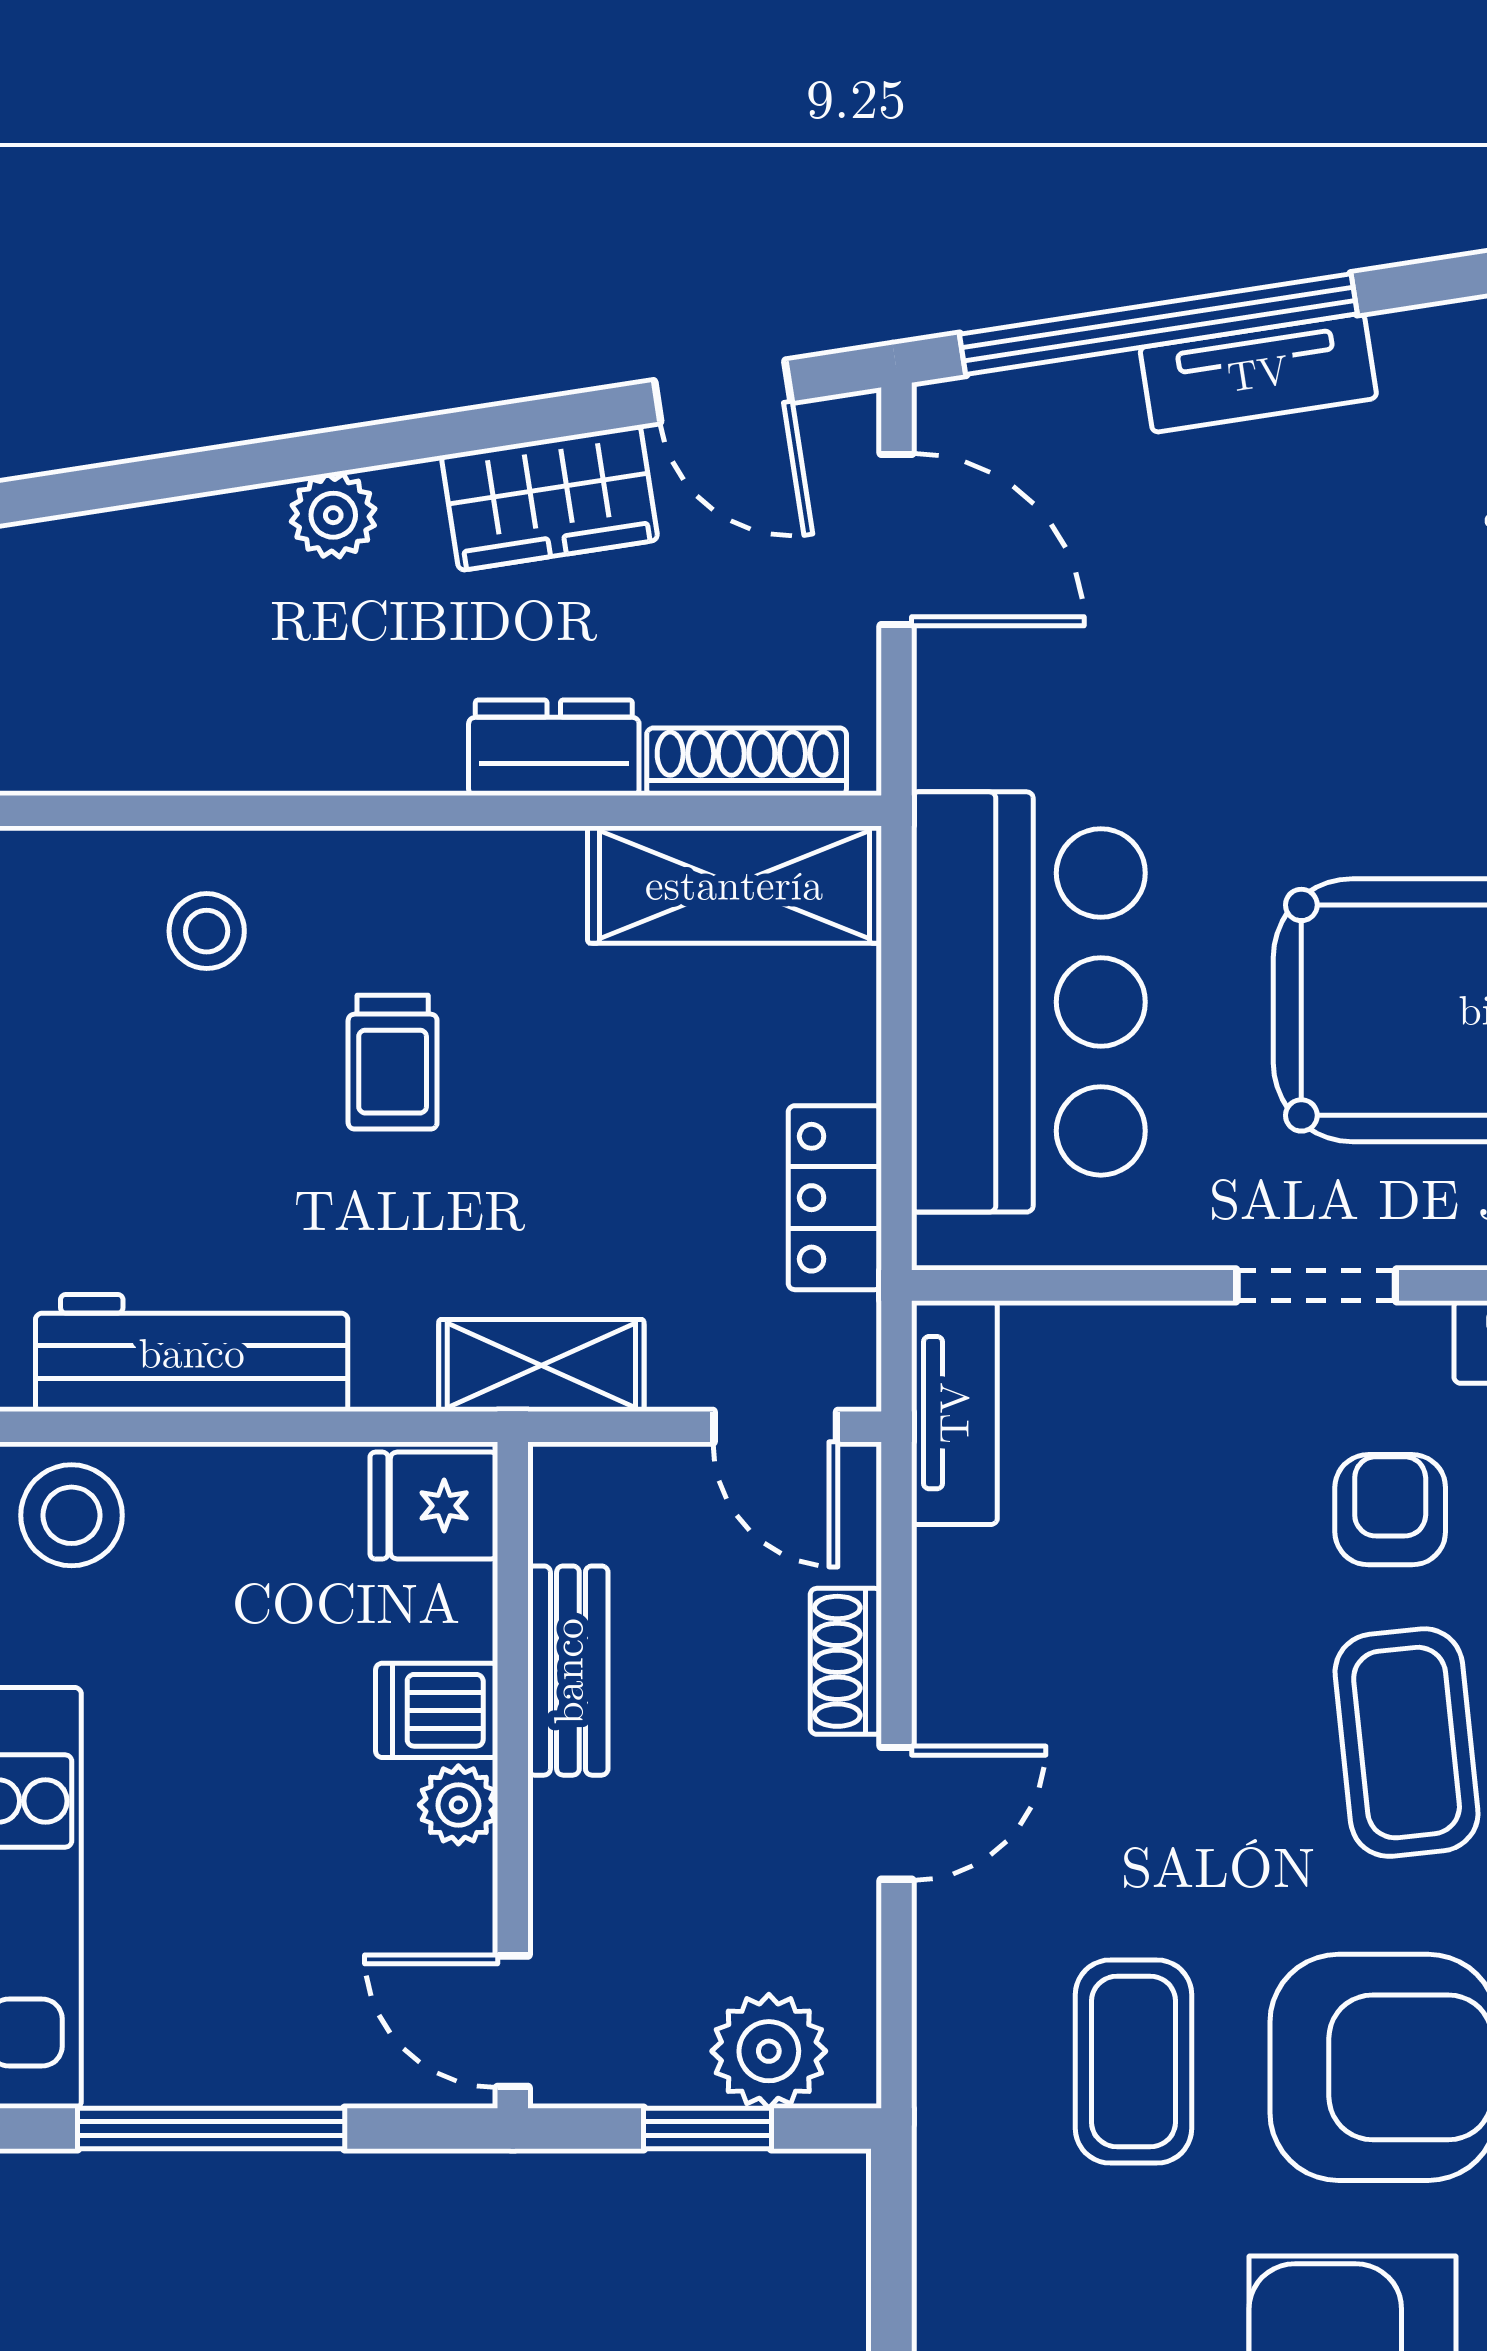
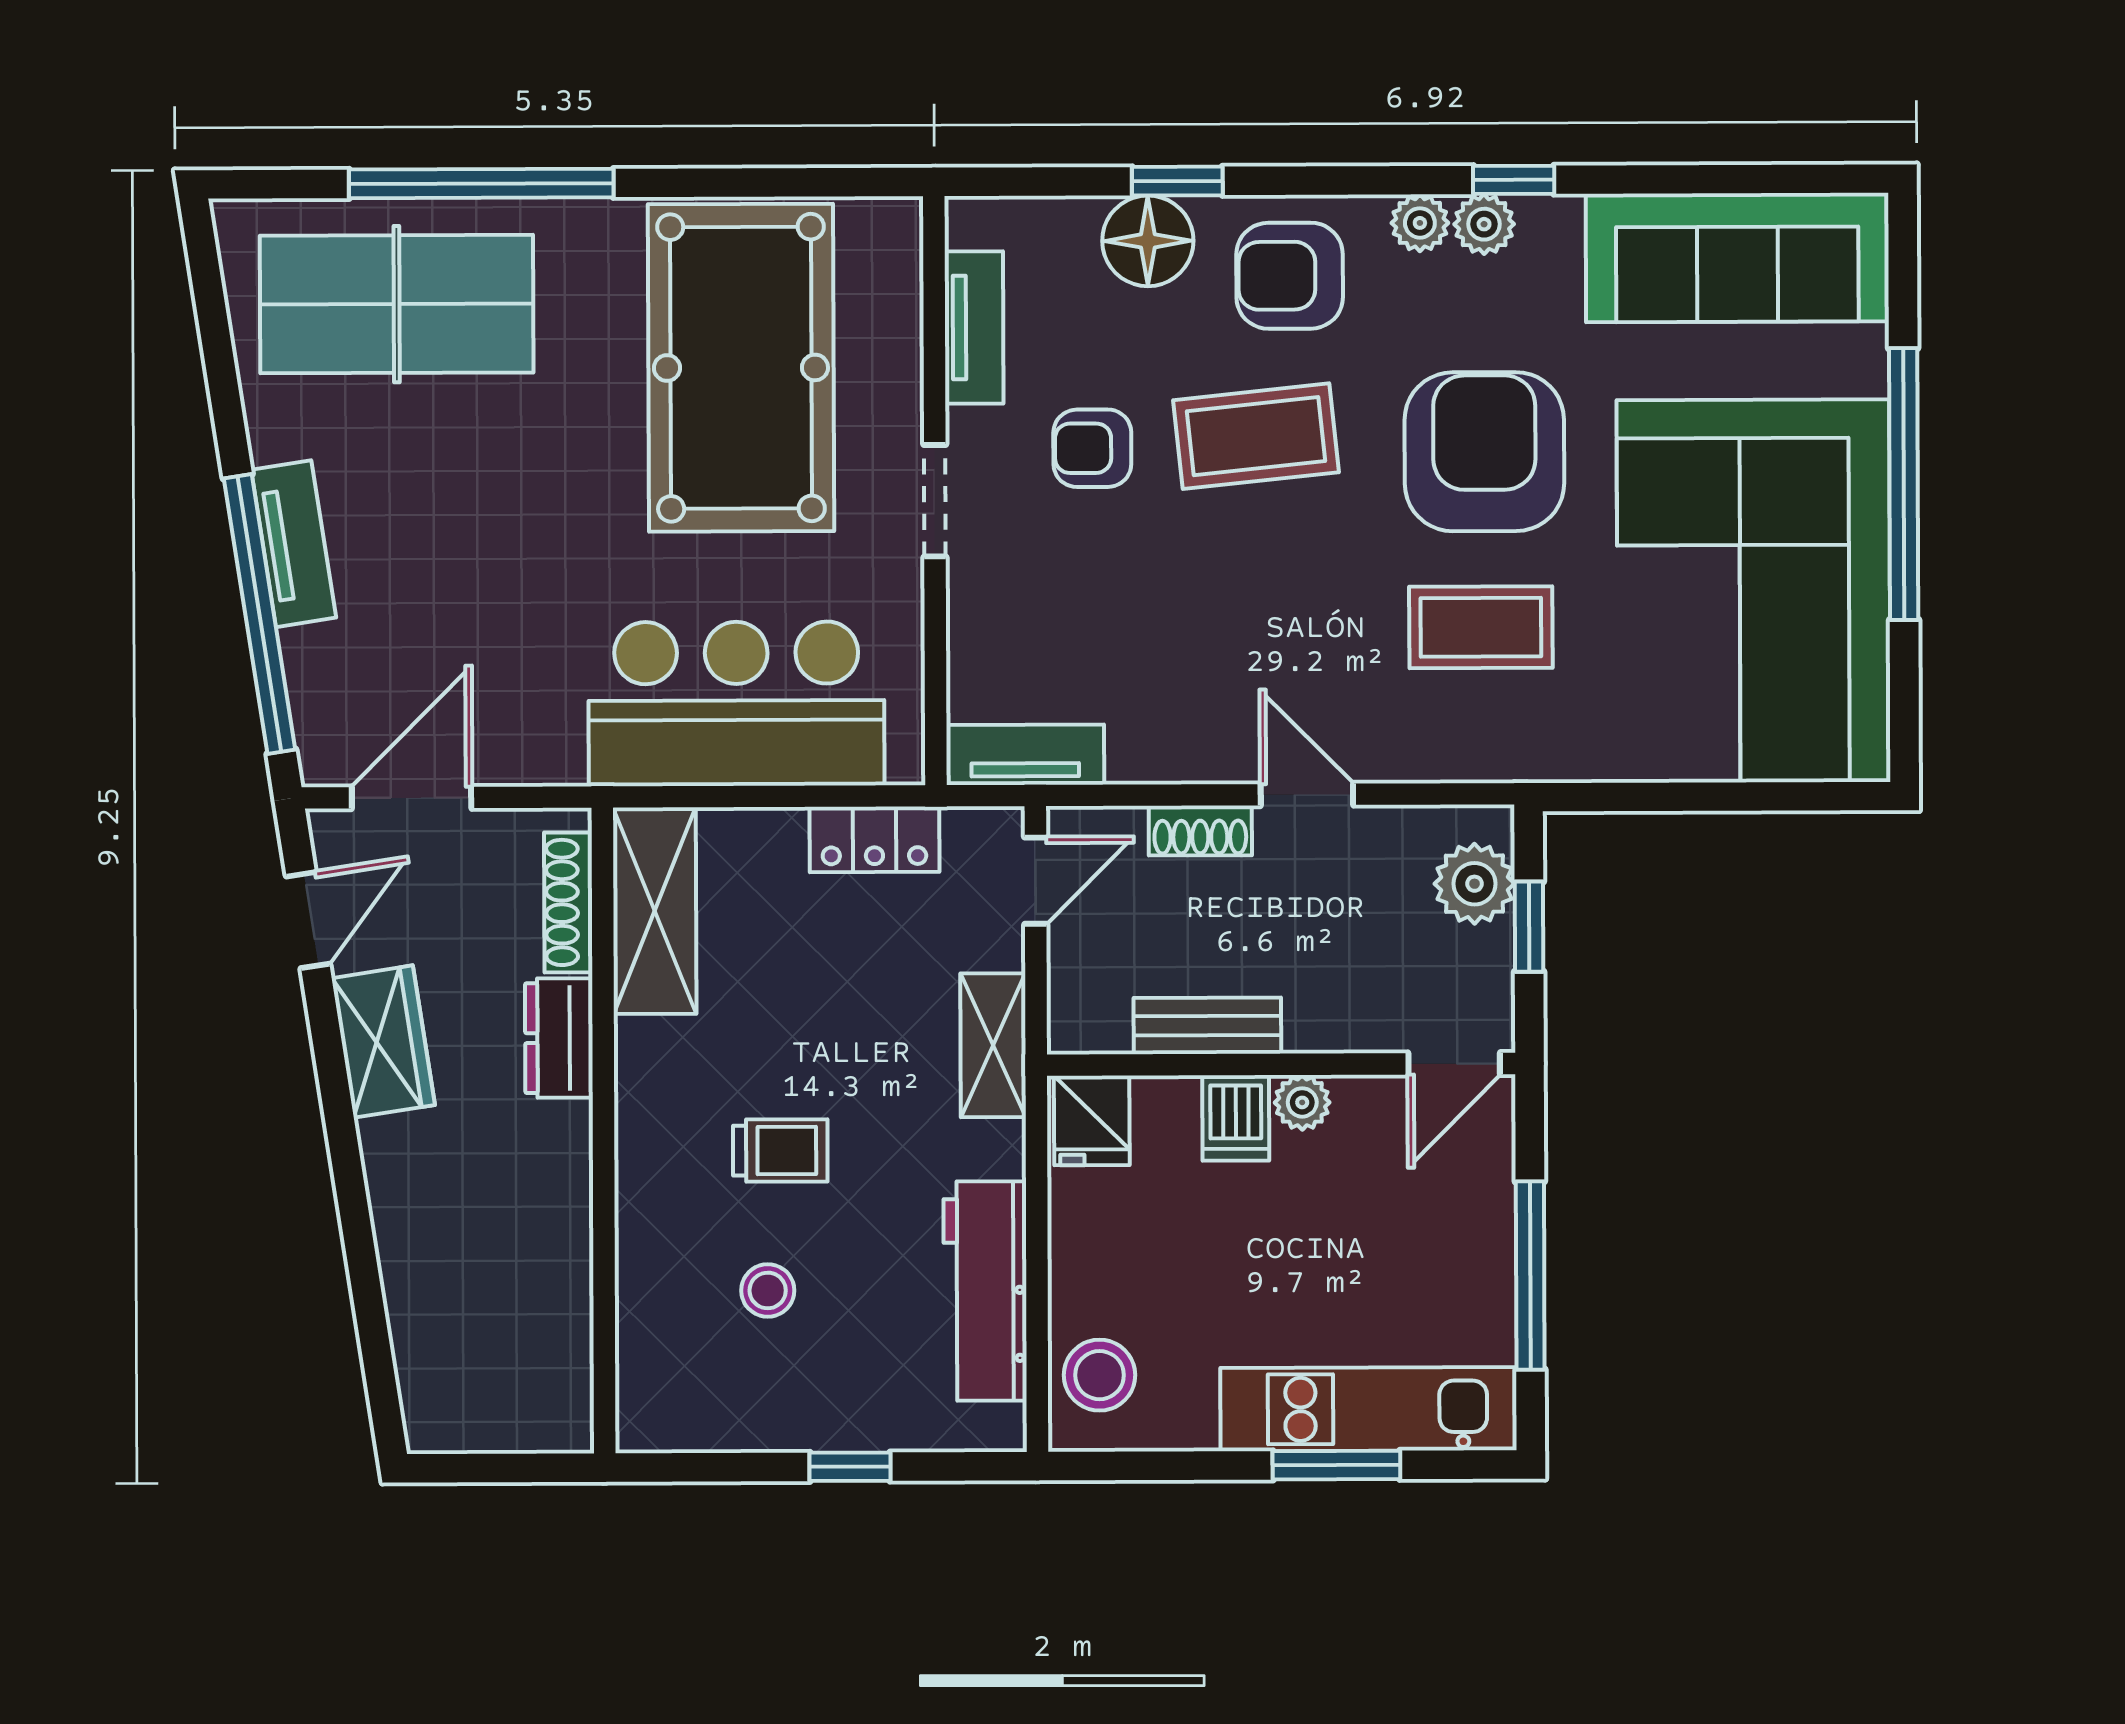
plant: (333, 515) -> (396, 1194), removed
stool: (207, 931) -> (768, 1290), moved

